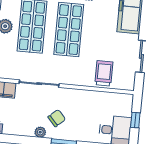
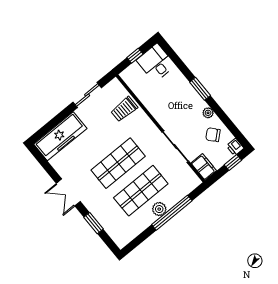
chair: (57, 118) -> (213, 135), moved

